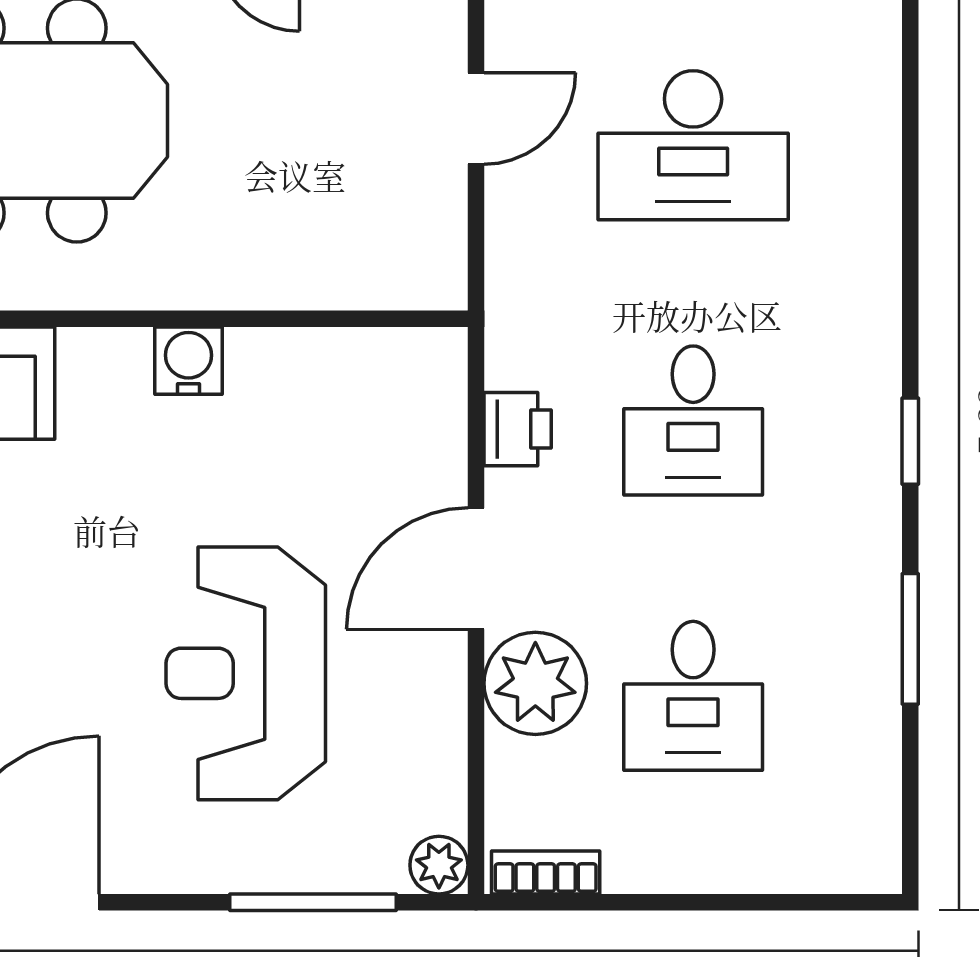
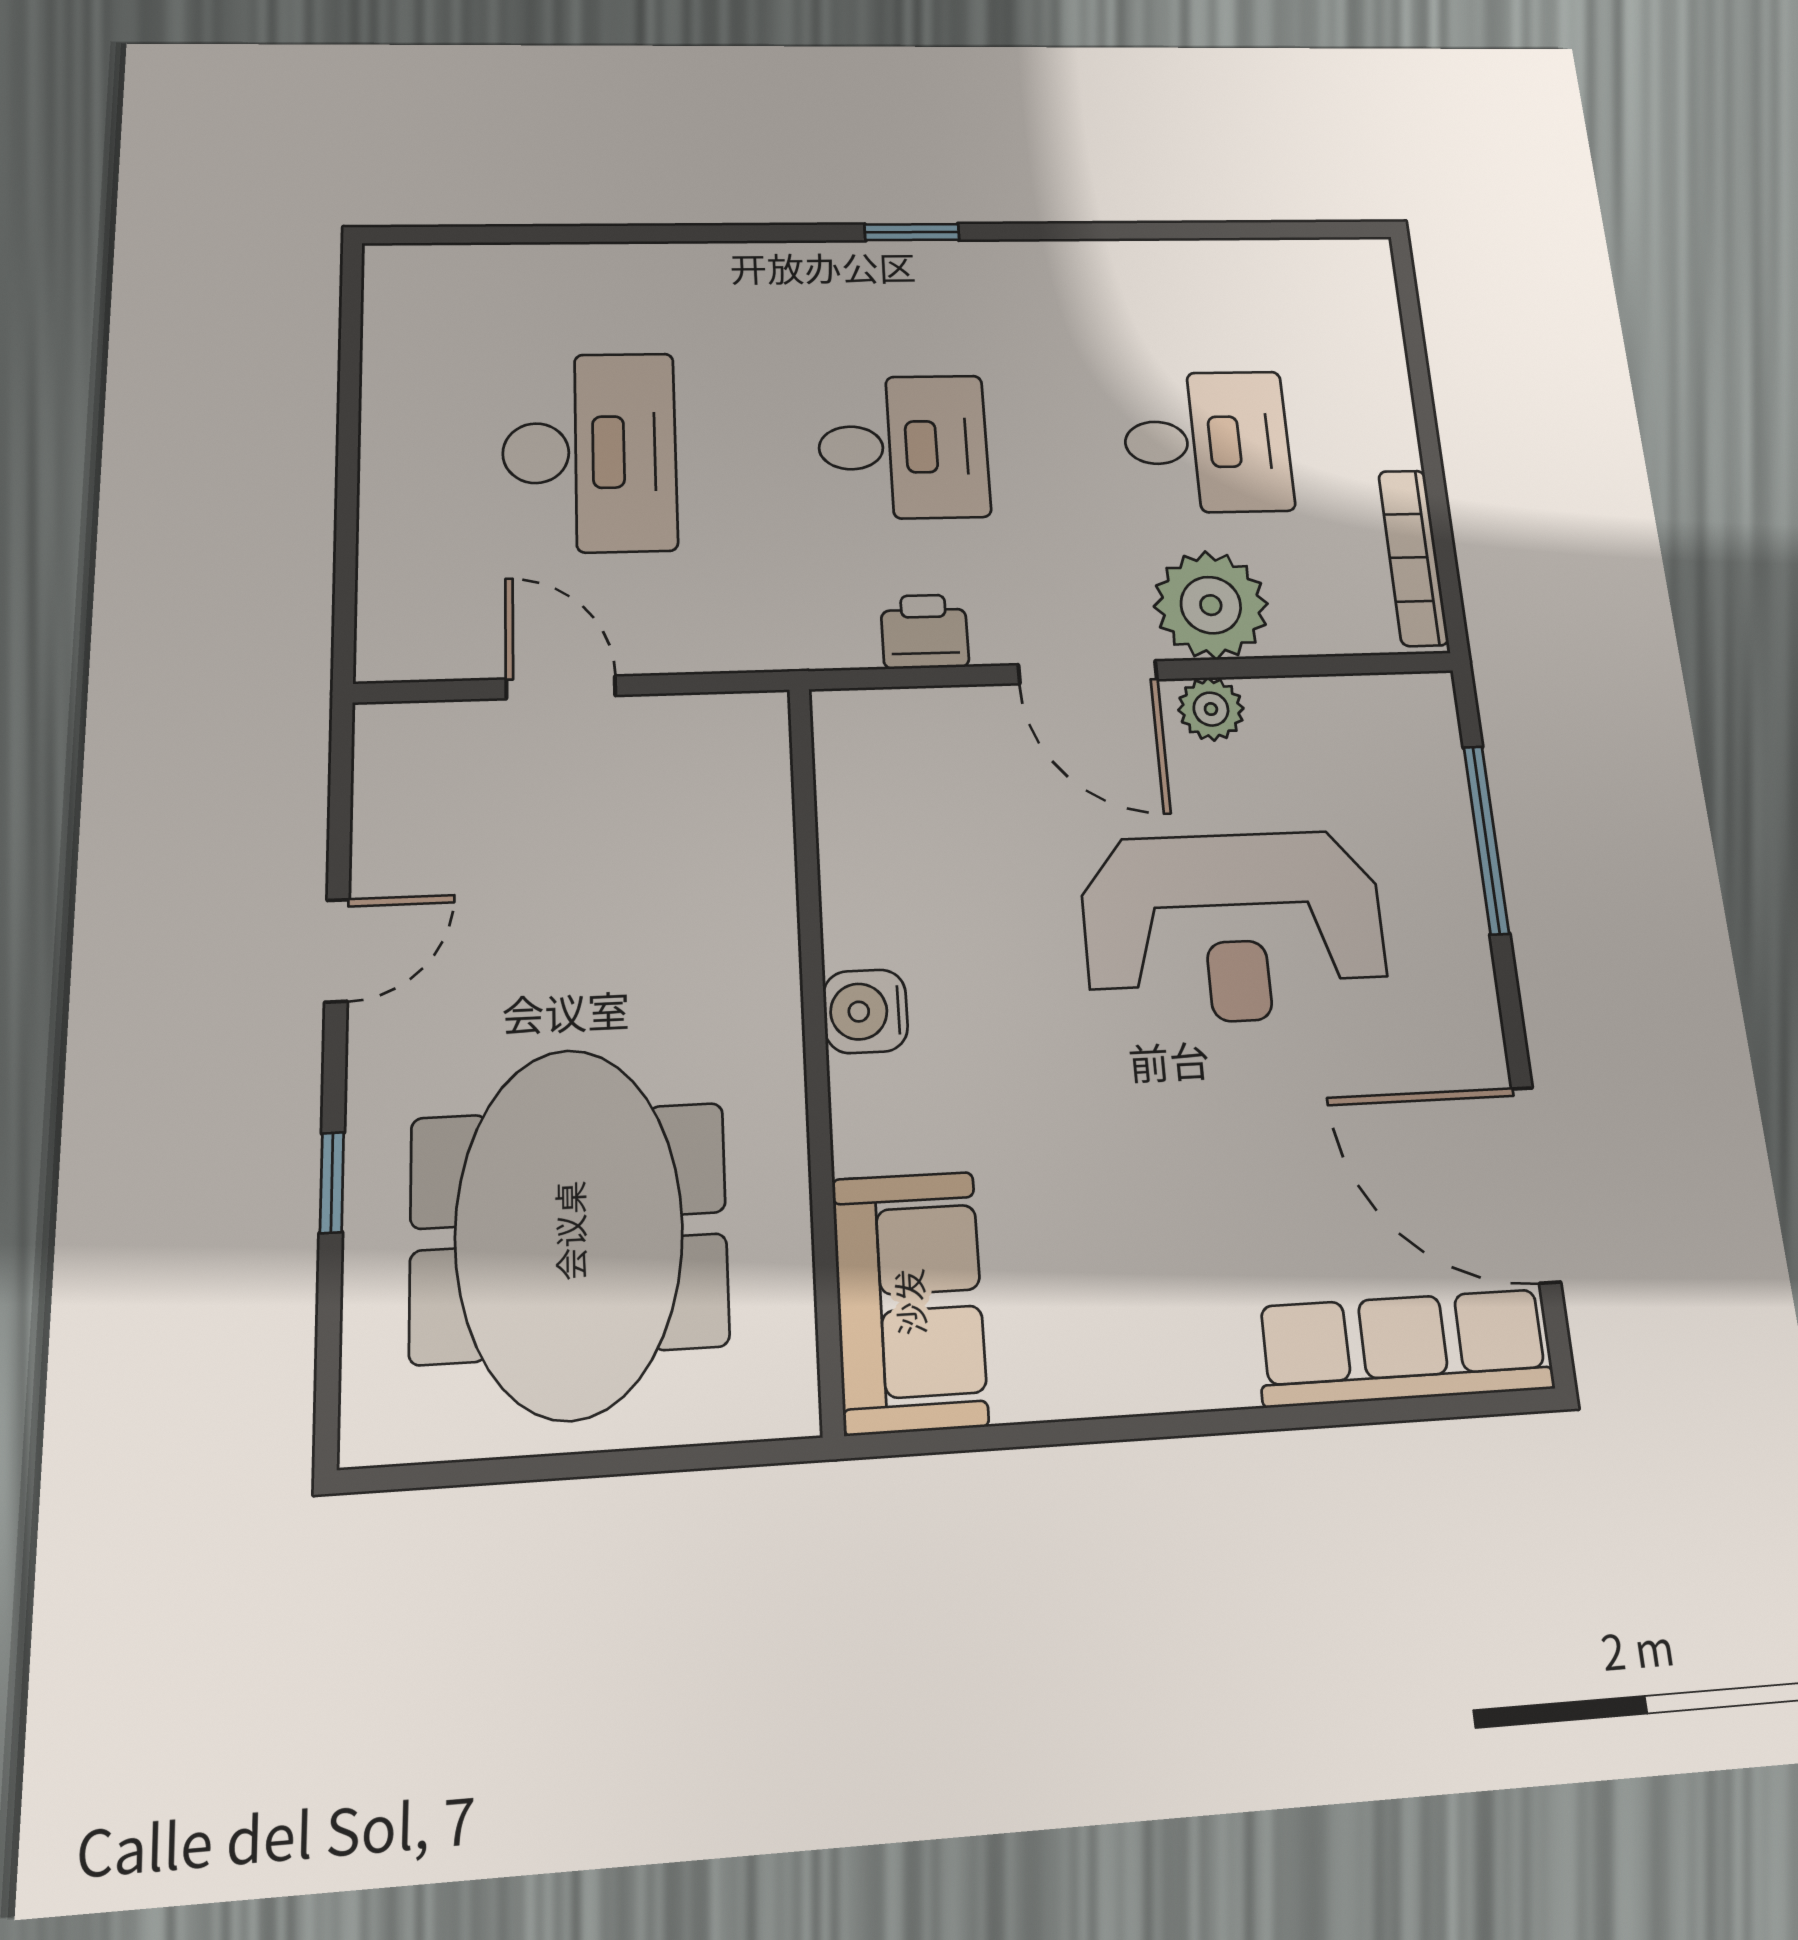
window: (910, 639) -> (1124, 231), removed
plant: (439, 865) -> (1211, 709), moved
bookcase: (546, 872) -> (1413, 557), width x1.56

